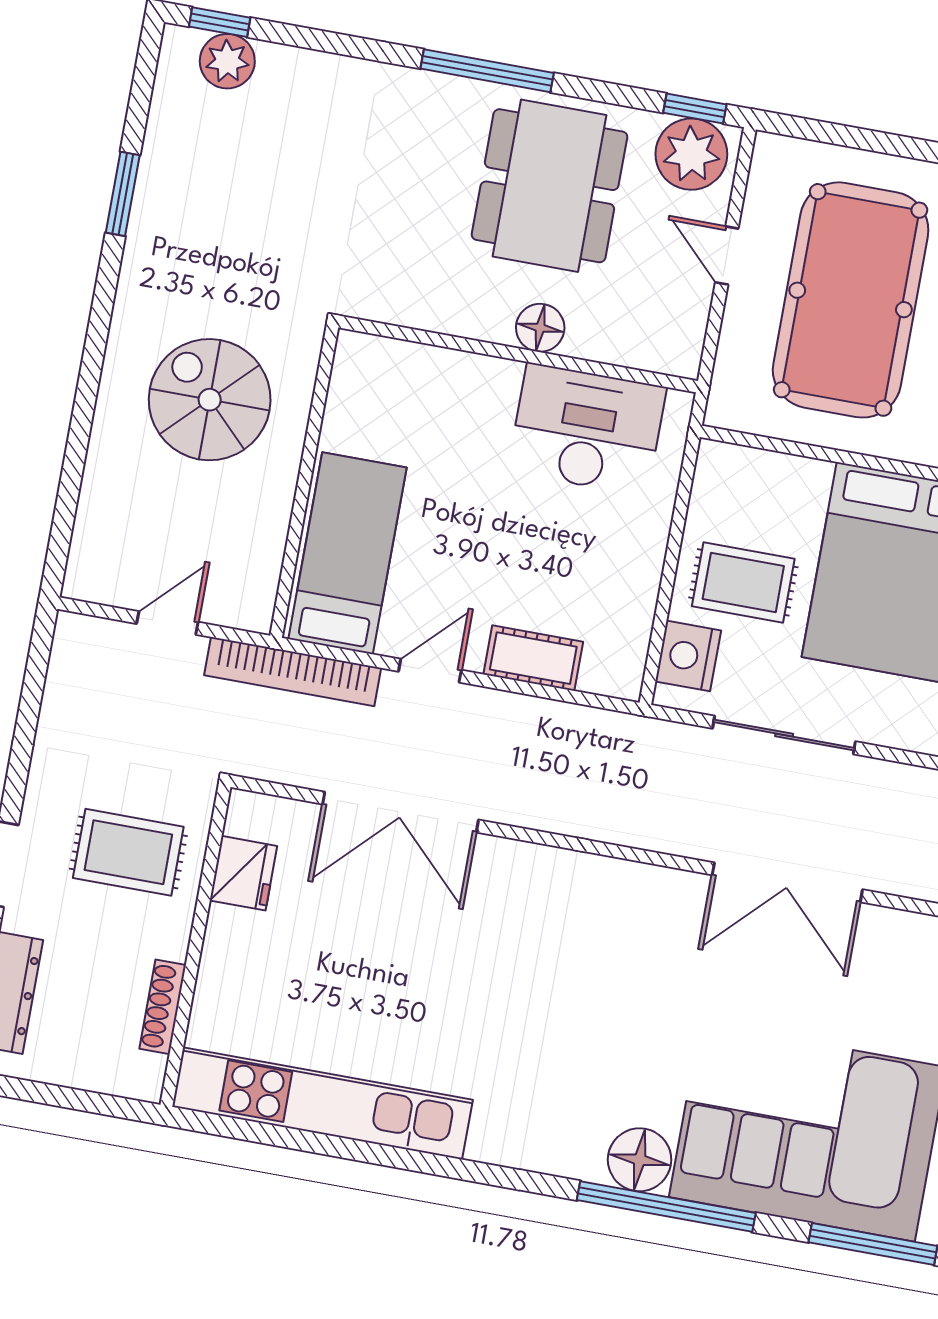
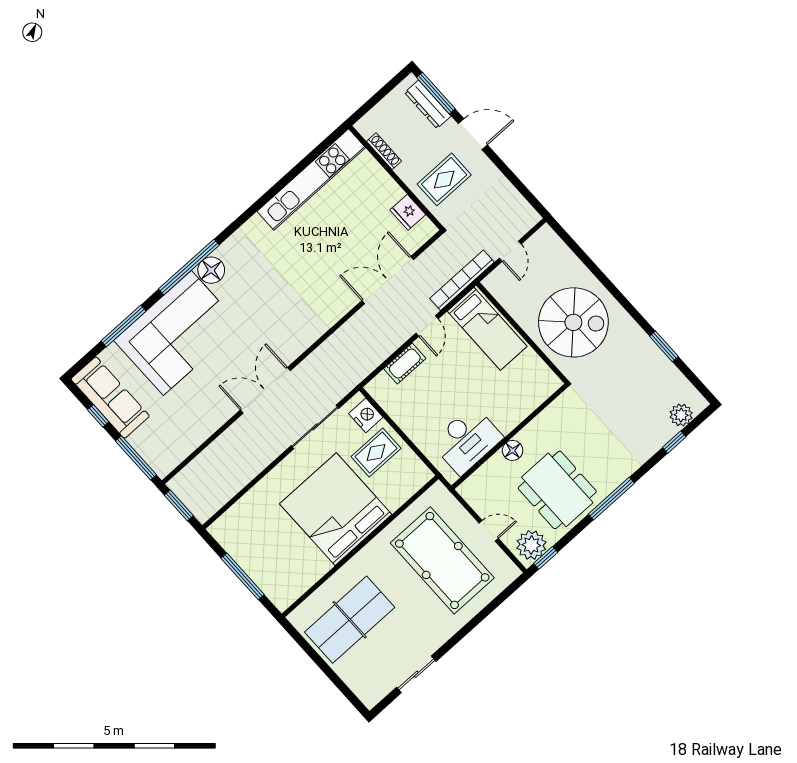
window: (220, 22) -> (674, 442), moved
spiral stairs: (210, 400) -> (573, 322), width x1.37, depth x1.37

